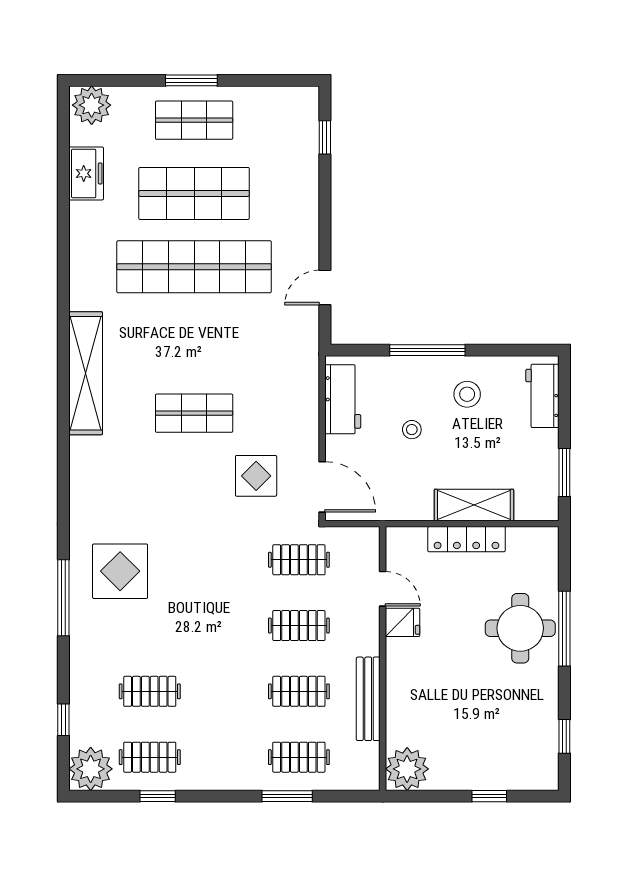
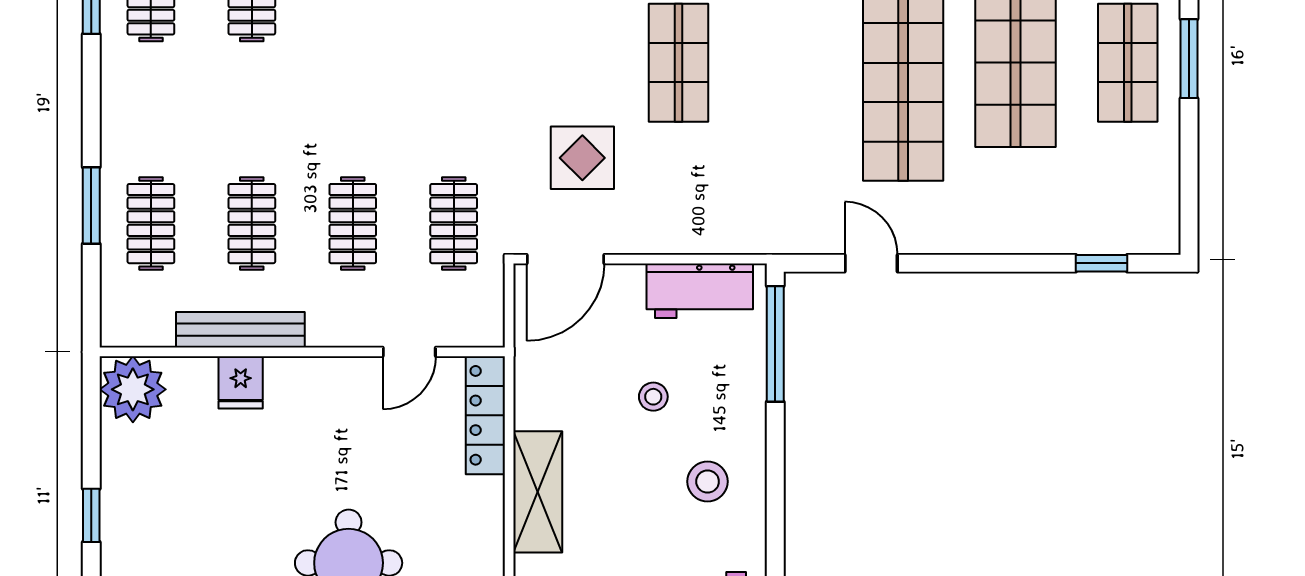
window: (427, 350) -> (775, 344), moved
locker: (467, 539) -> (485, 415), moved
fridge: (402, 622) -> (241, 382), moved

